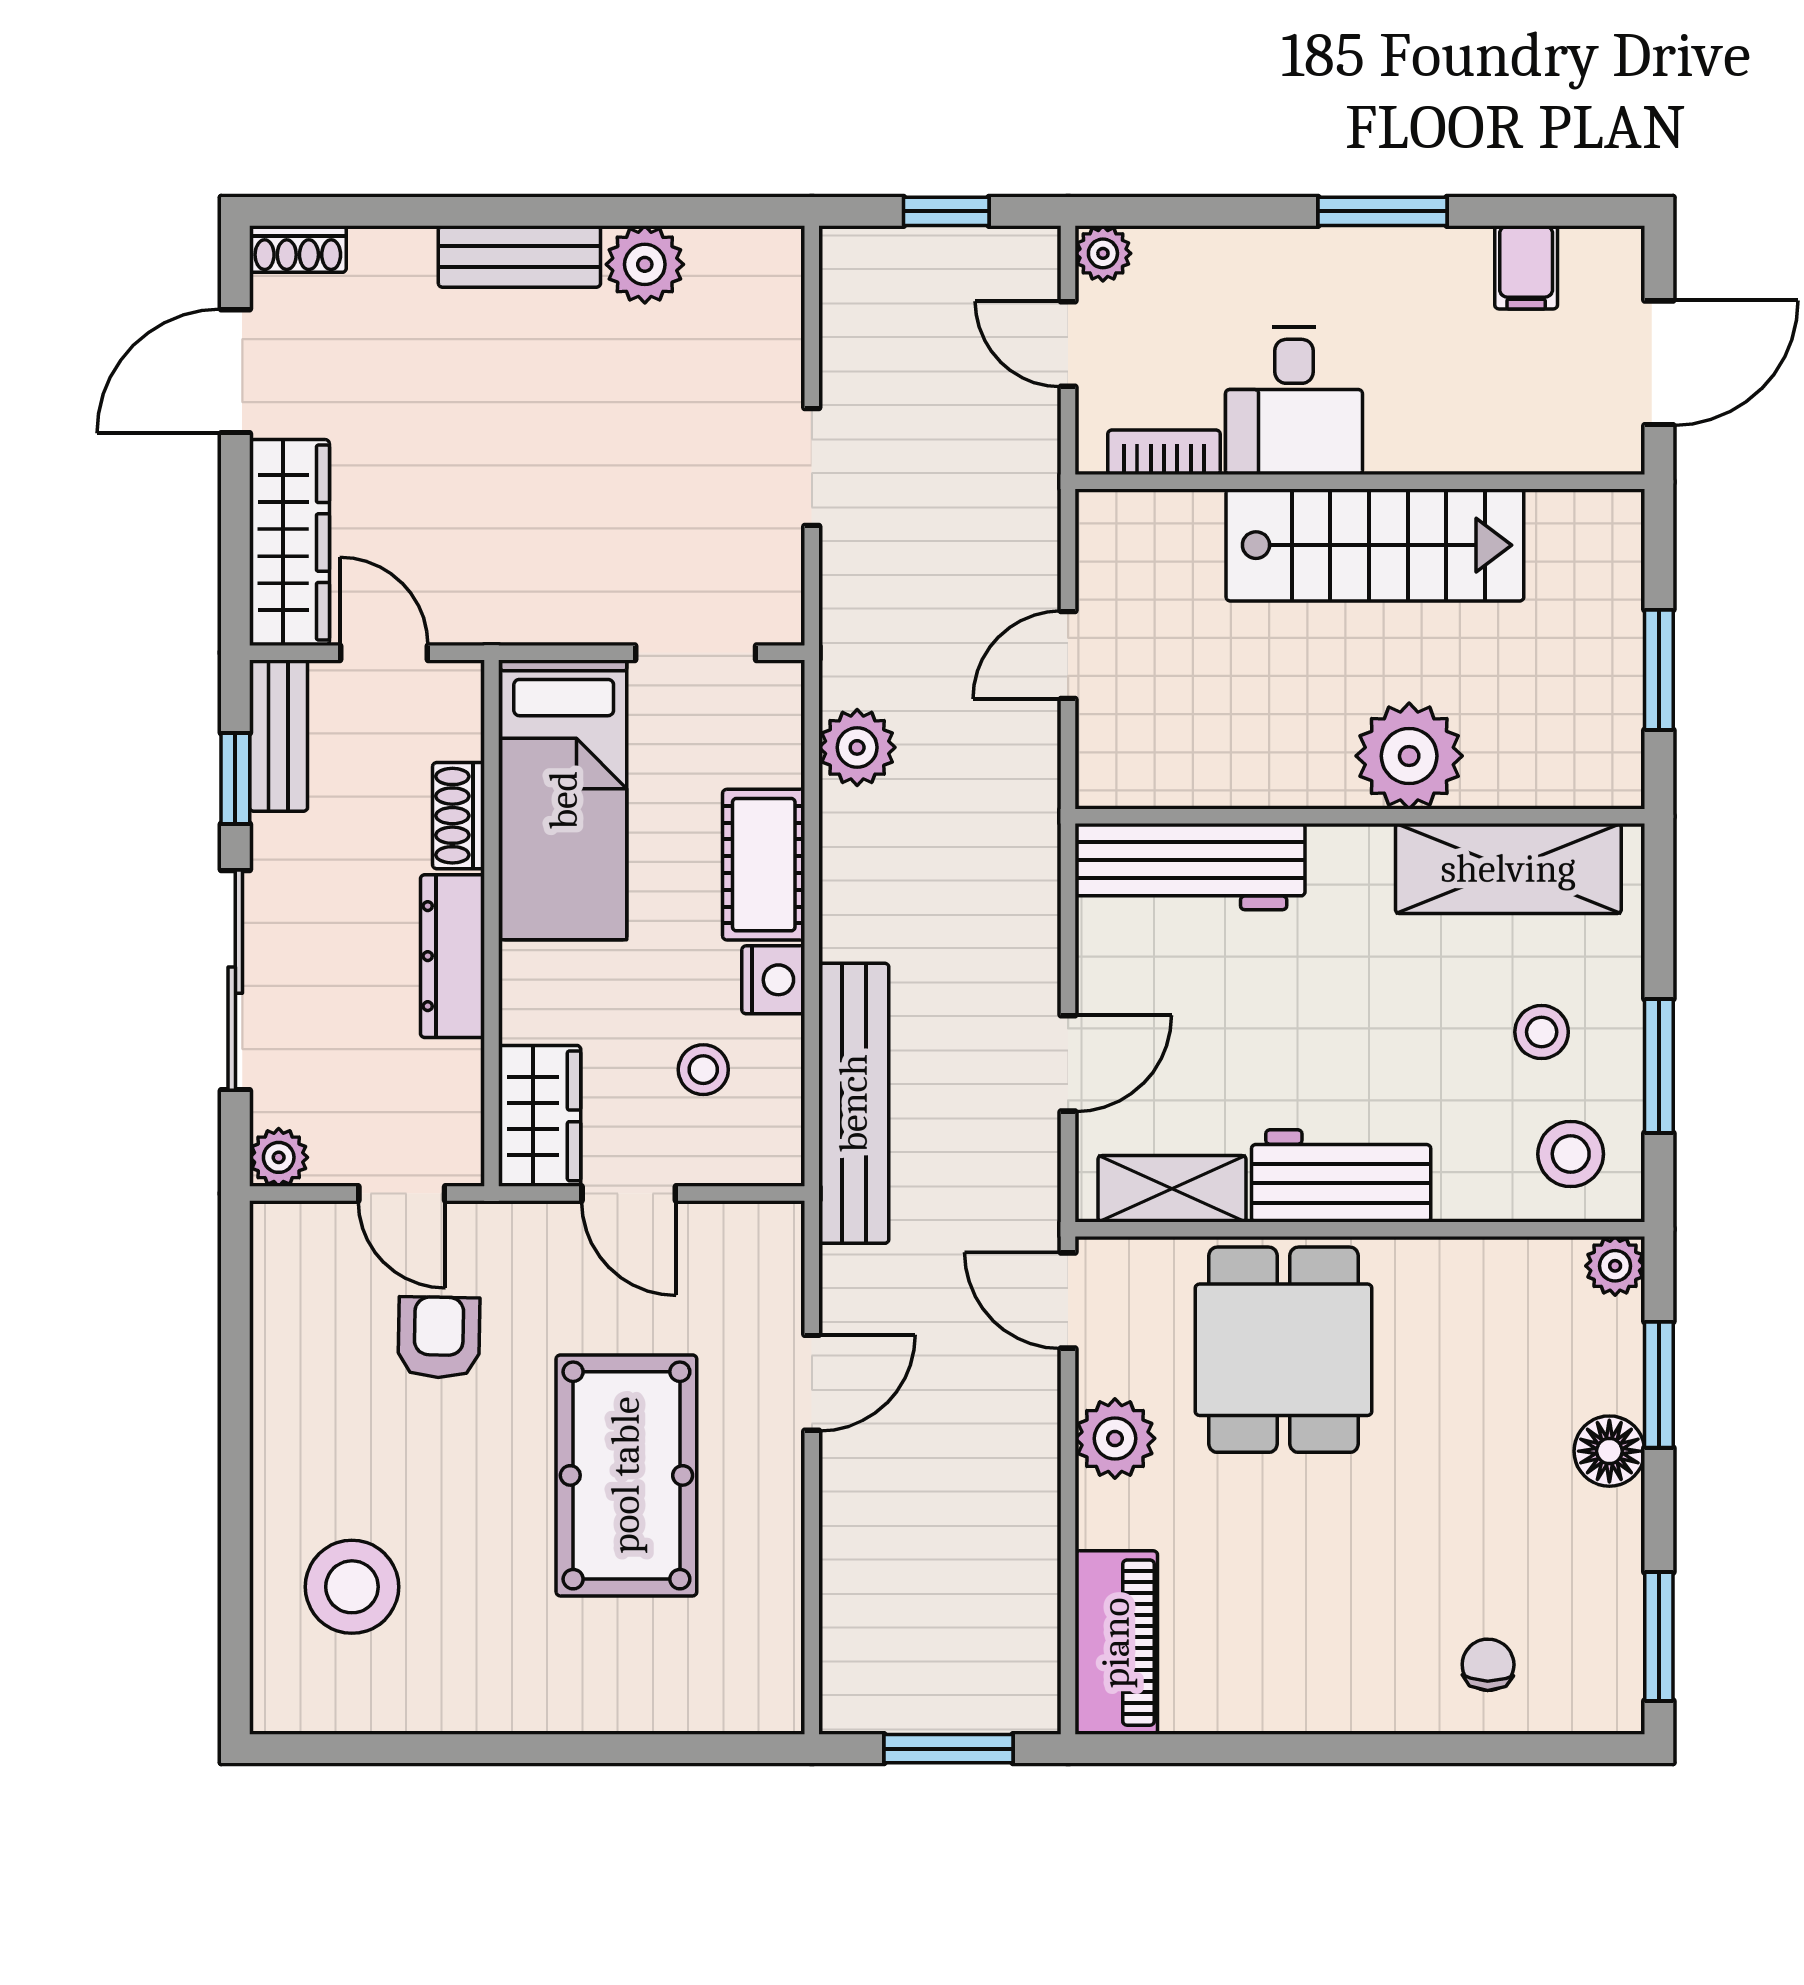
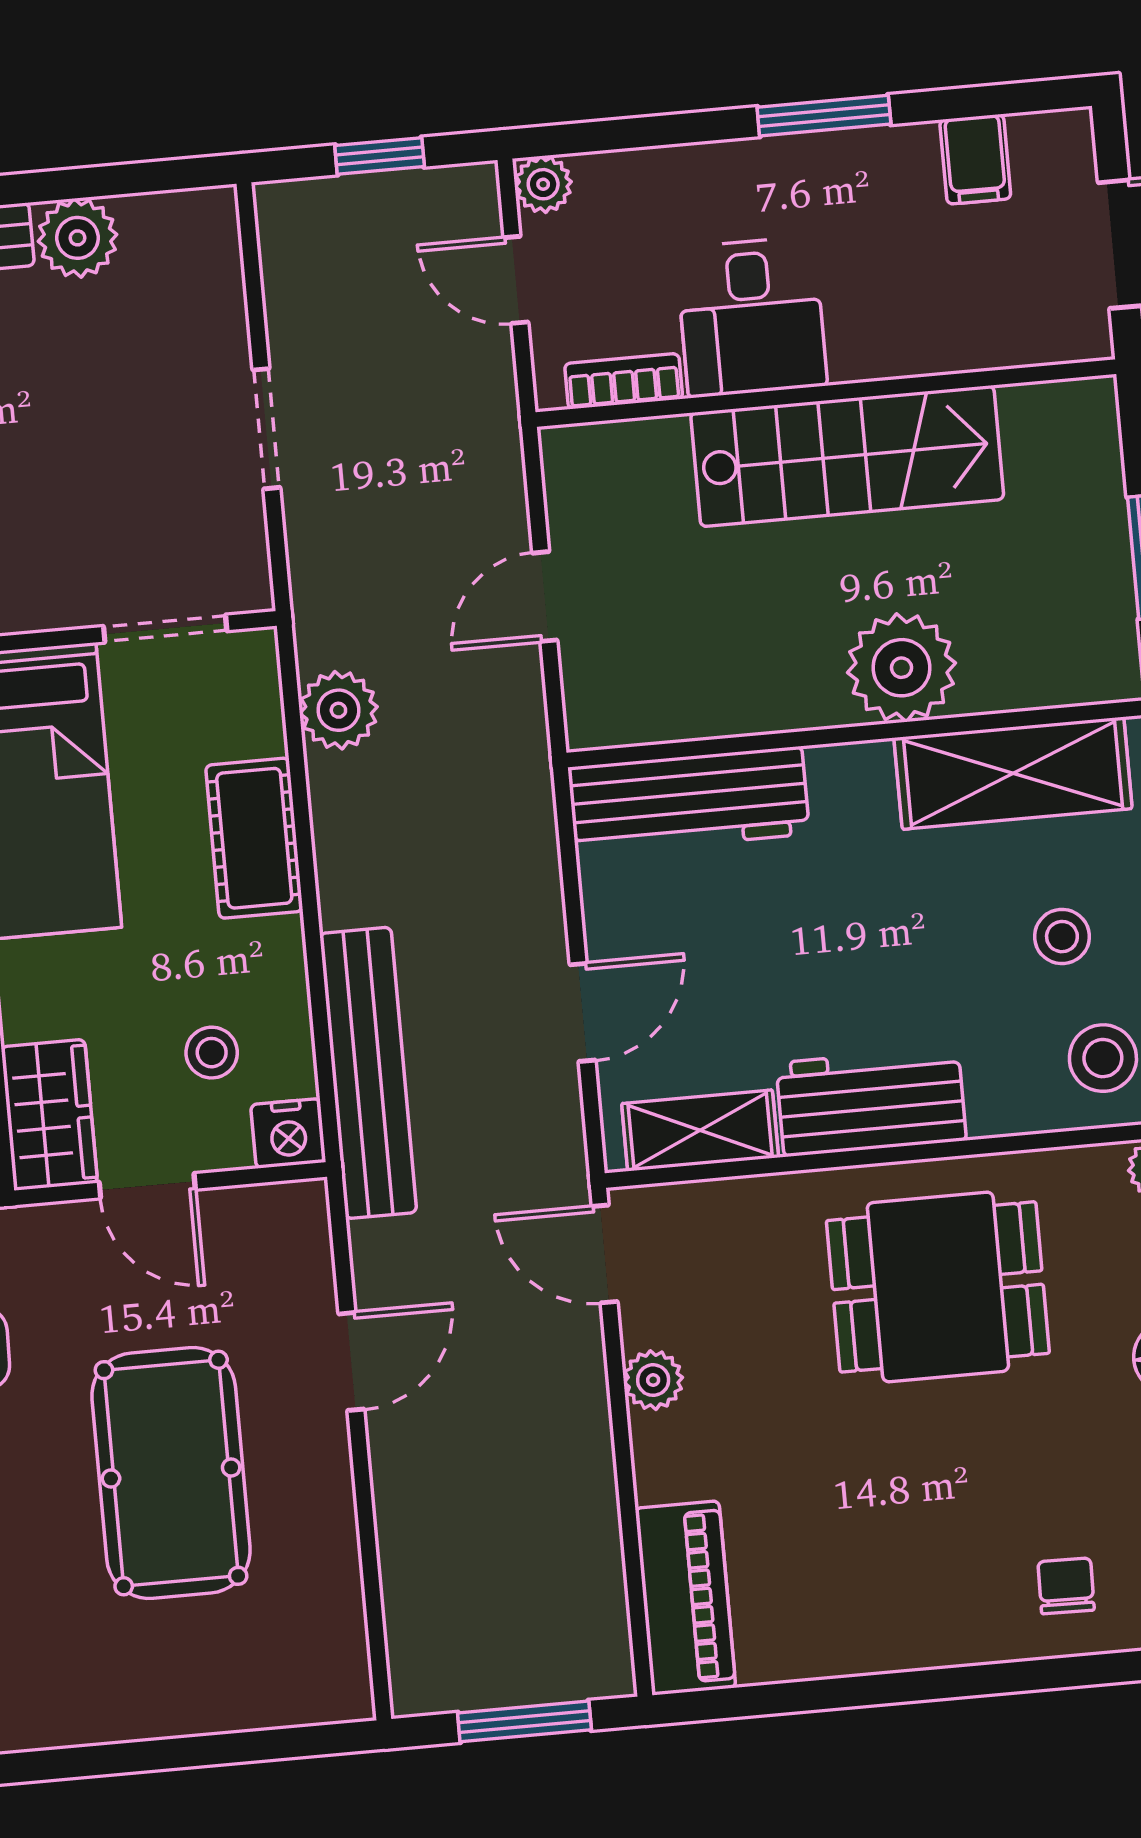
nightstand: (773, 980) -> (288, 1133), moved, turned 90
dining table: (1284, 1350) -> (938, 1287), moved, turned 90
plant: (1115, 1438) -> (653, 1380), width x0.73, depth x0.73

